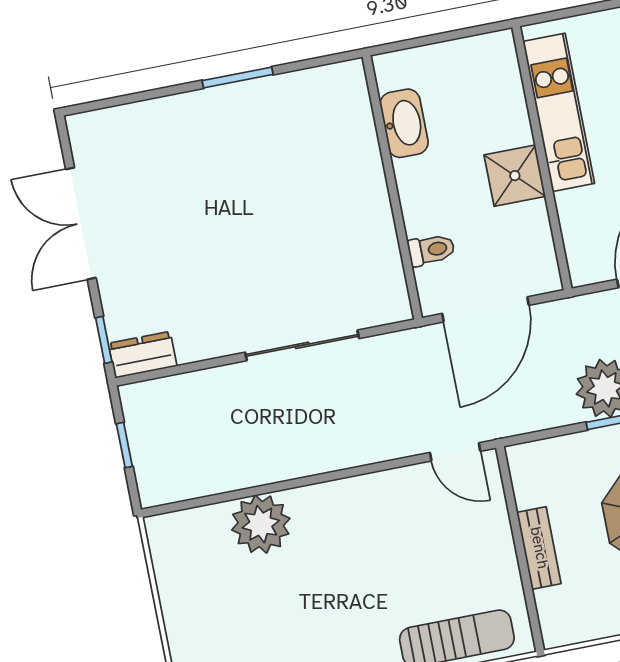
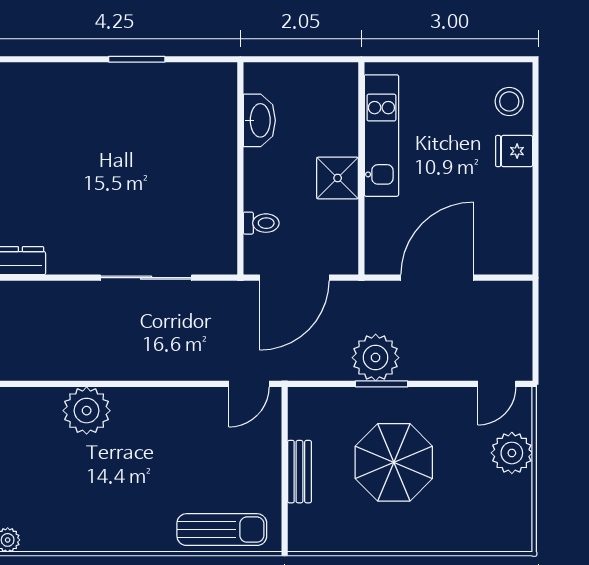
door: (455, 452) -> (249, 384), hinge flipped

